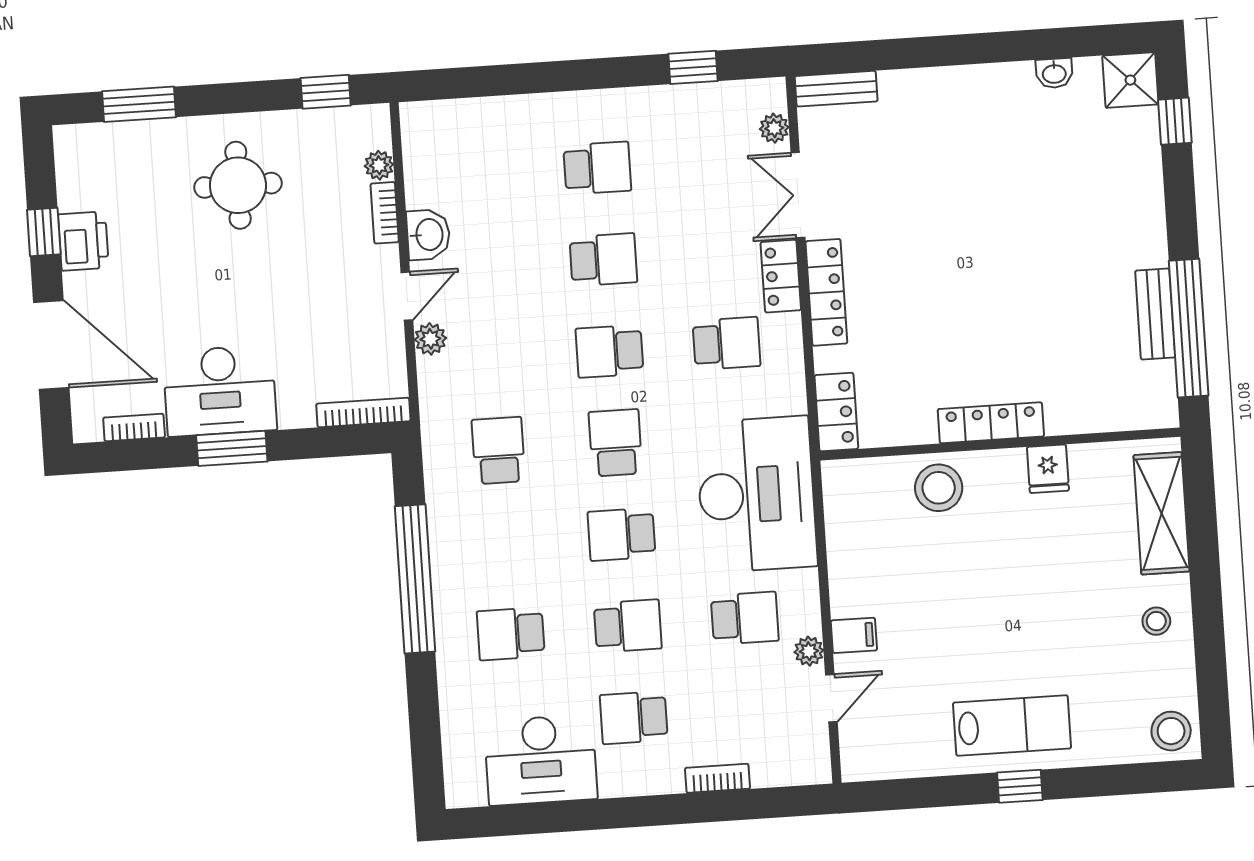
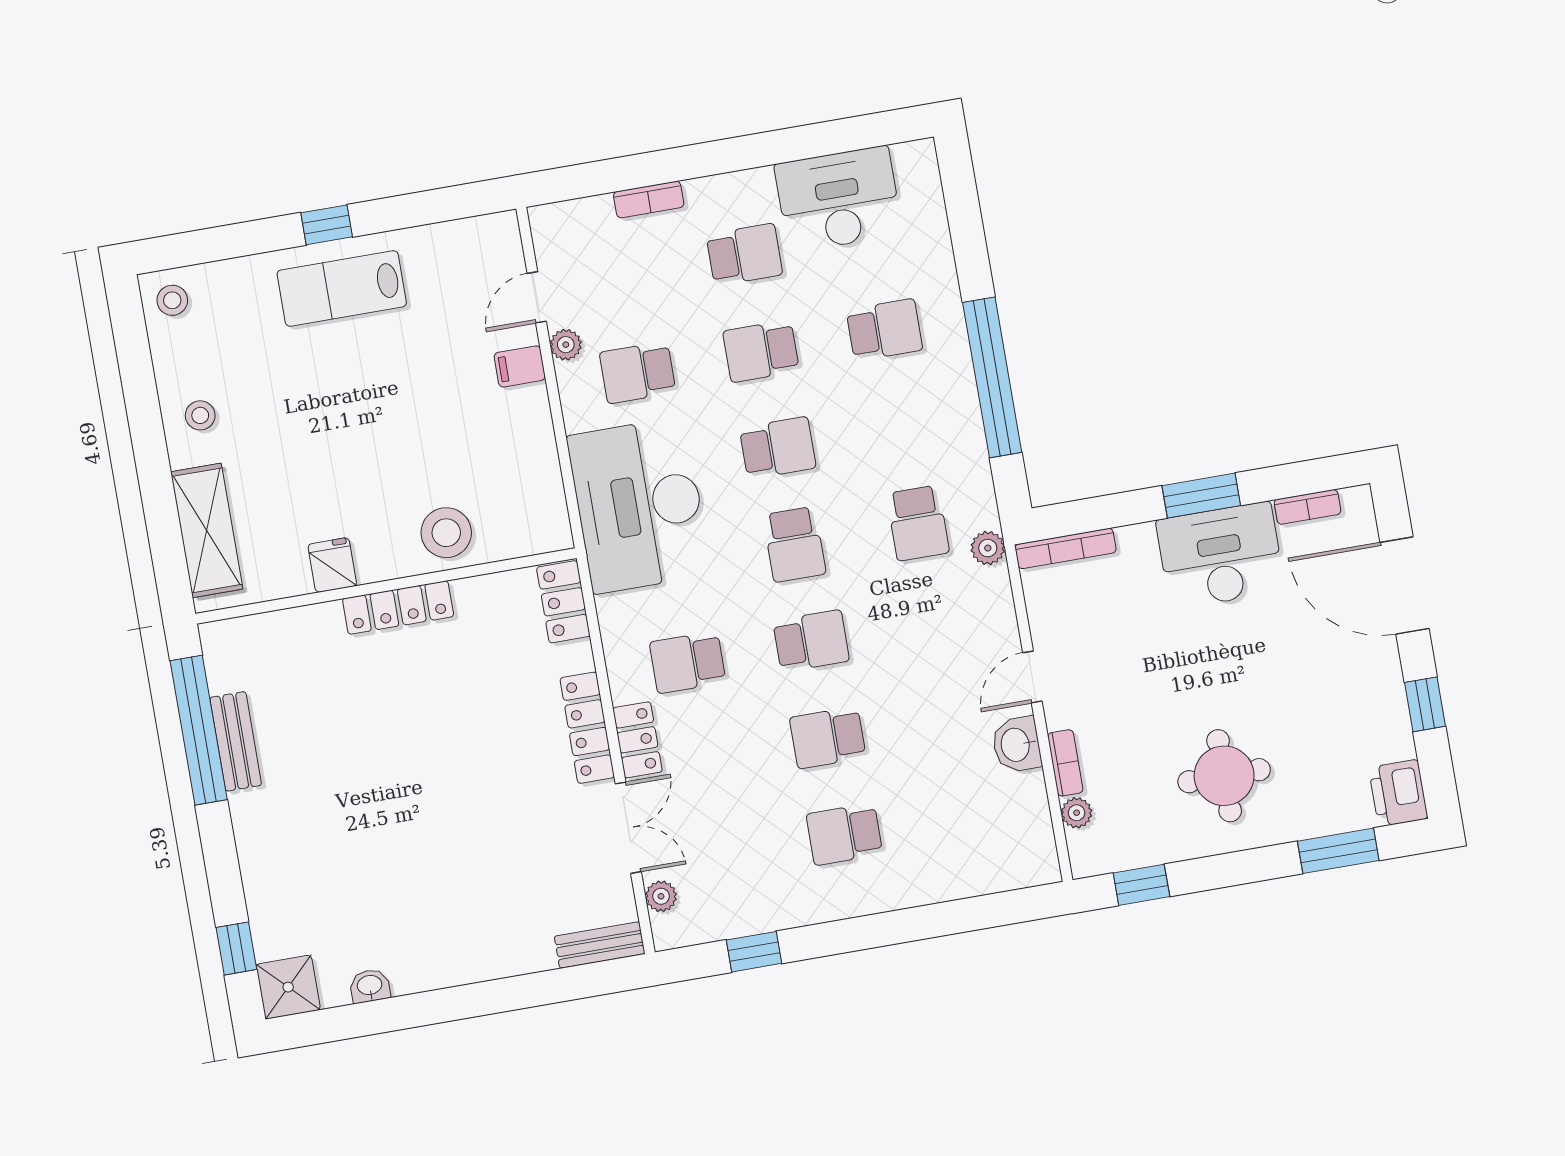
printer: (83, 241) -> (1398, 793), moved
plant: (430, 339) -> (988, 548), moved
stool: (1171, 731) -> (172, 300), width x0.73, depth x0.73

